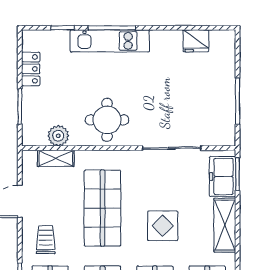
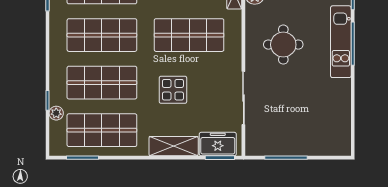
fridge: (196, 41) -> (341, 120), removed
round table: (107, 120) -> (283, 45), moved

